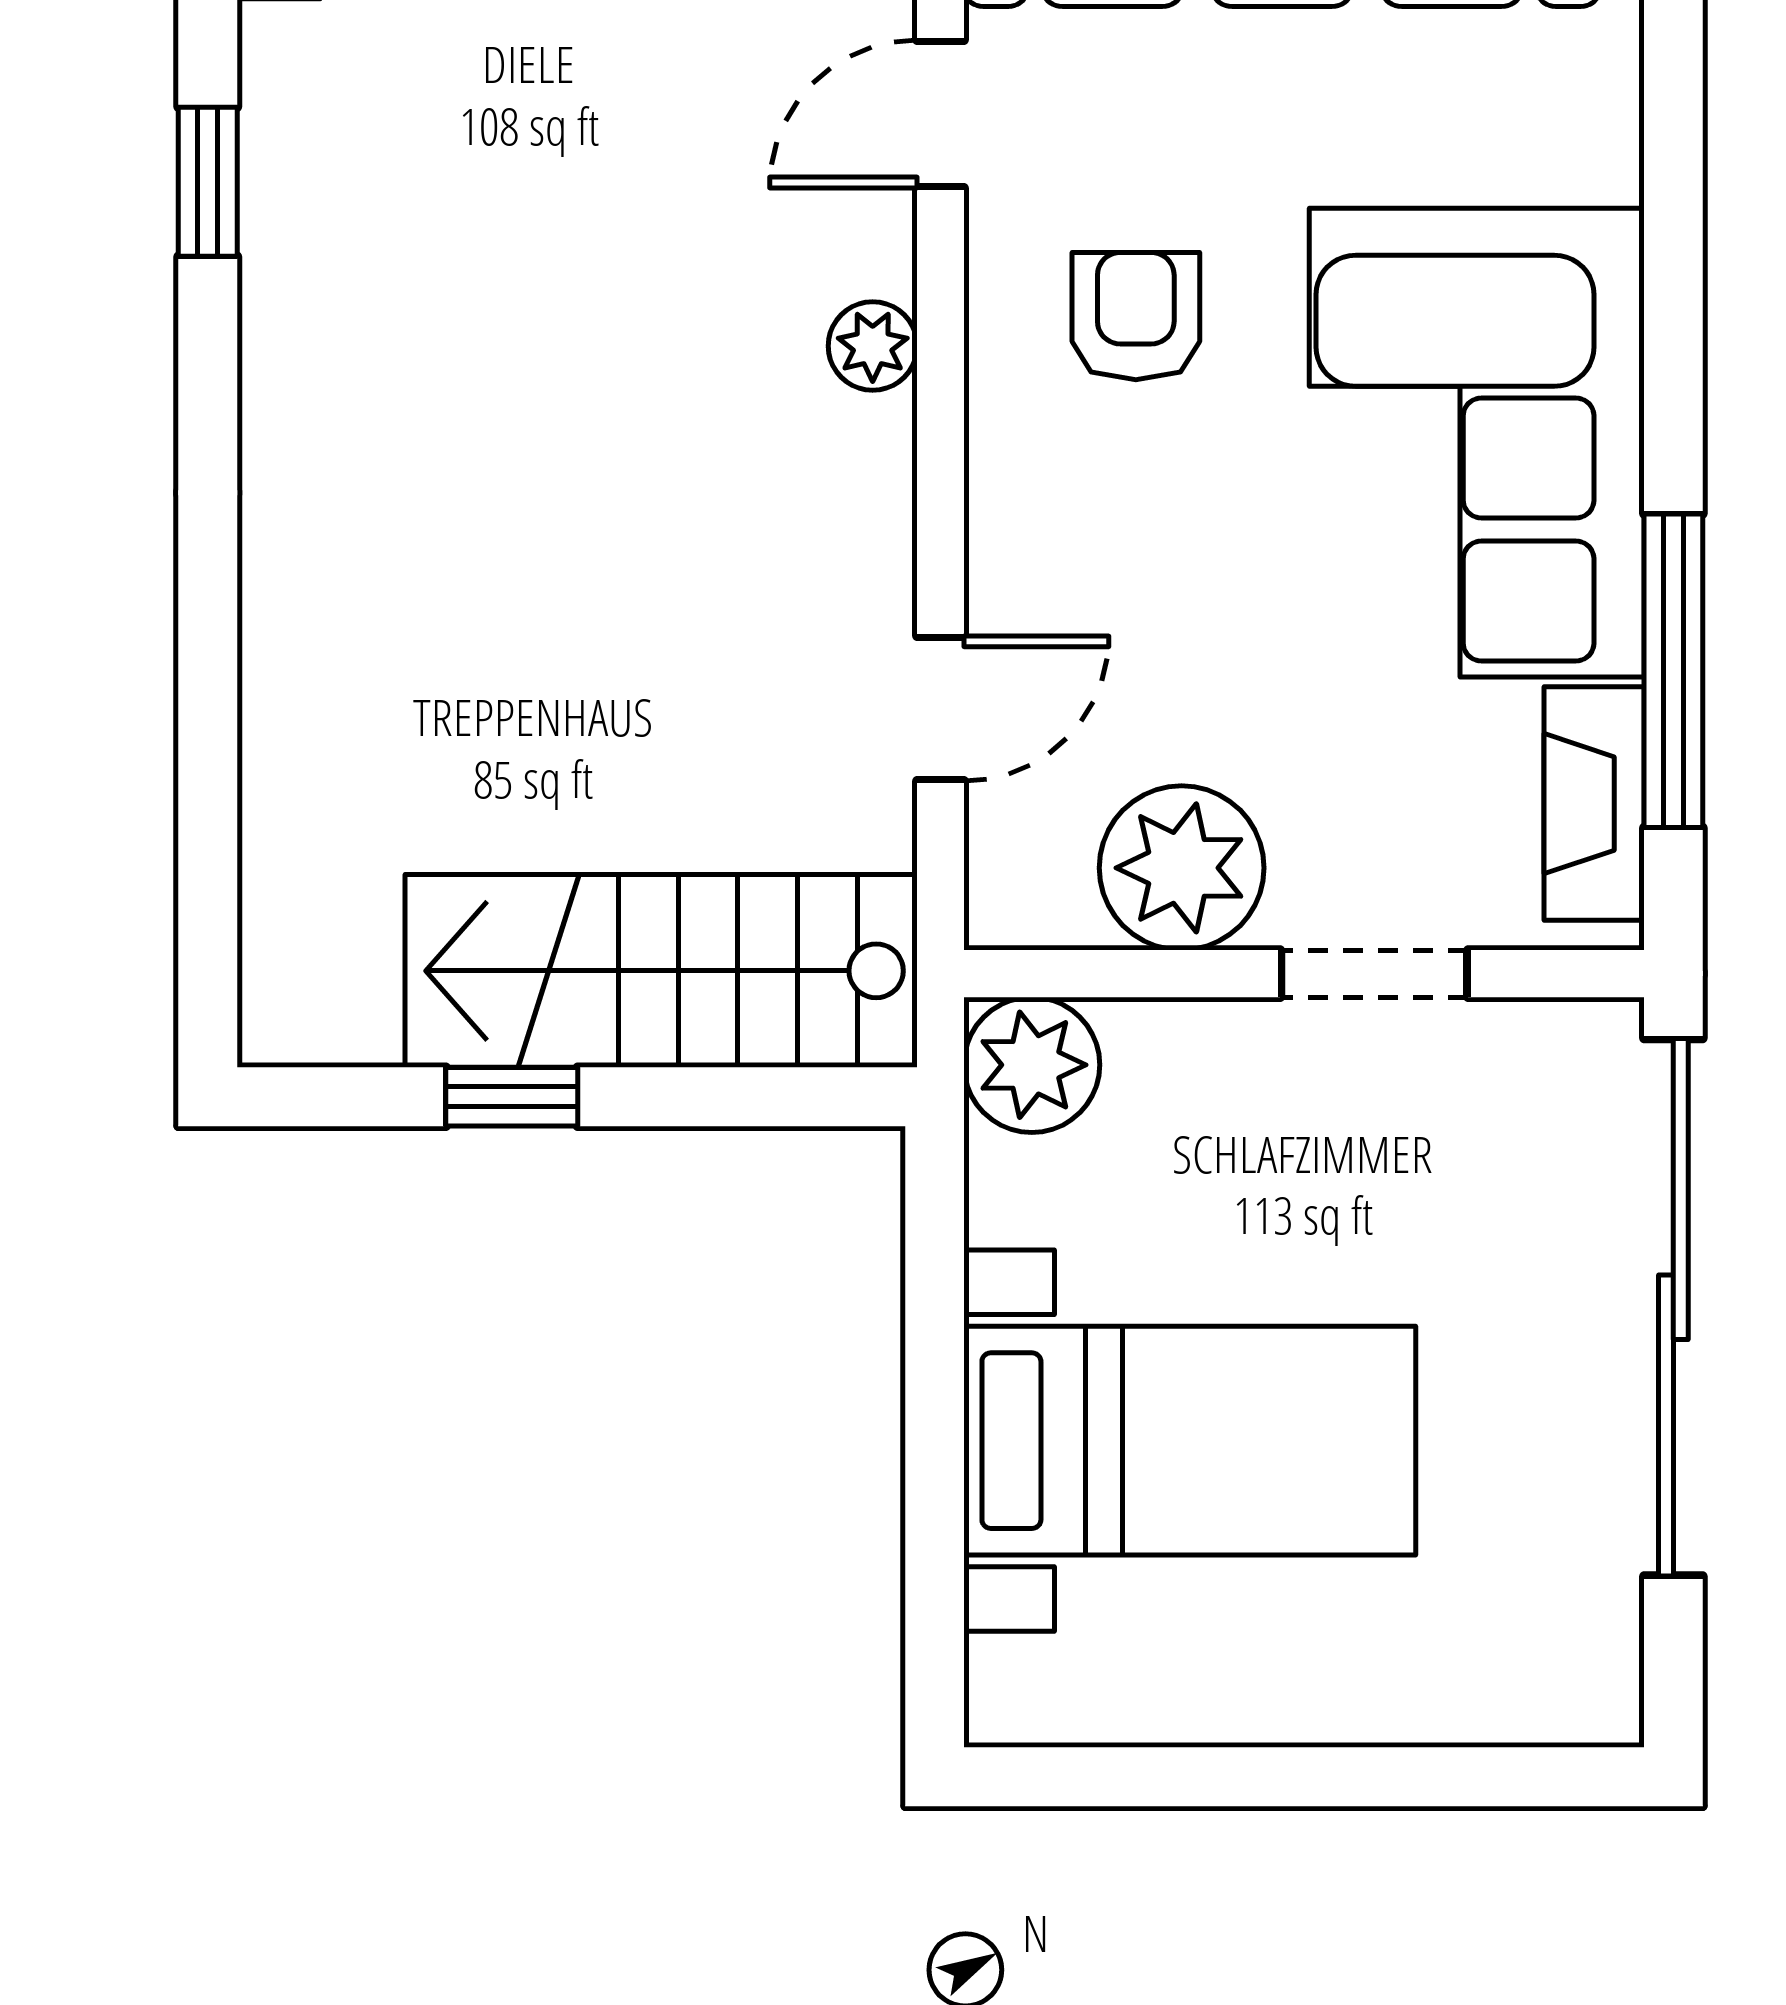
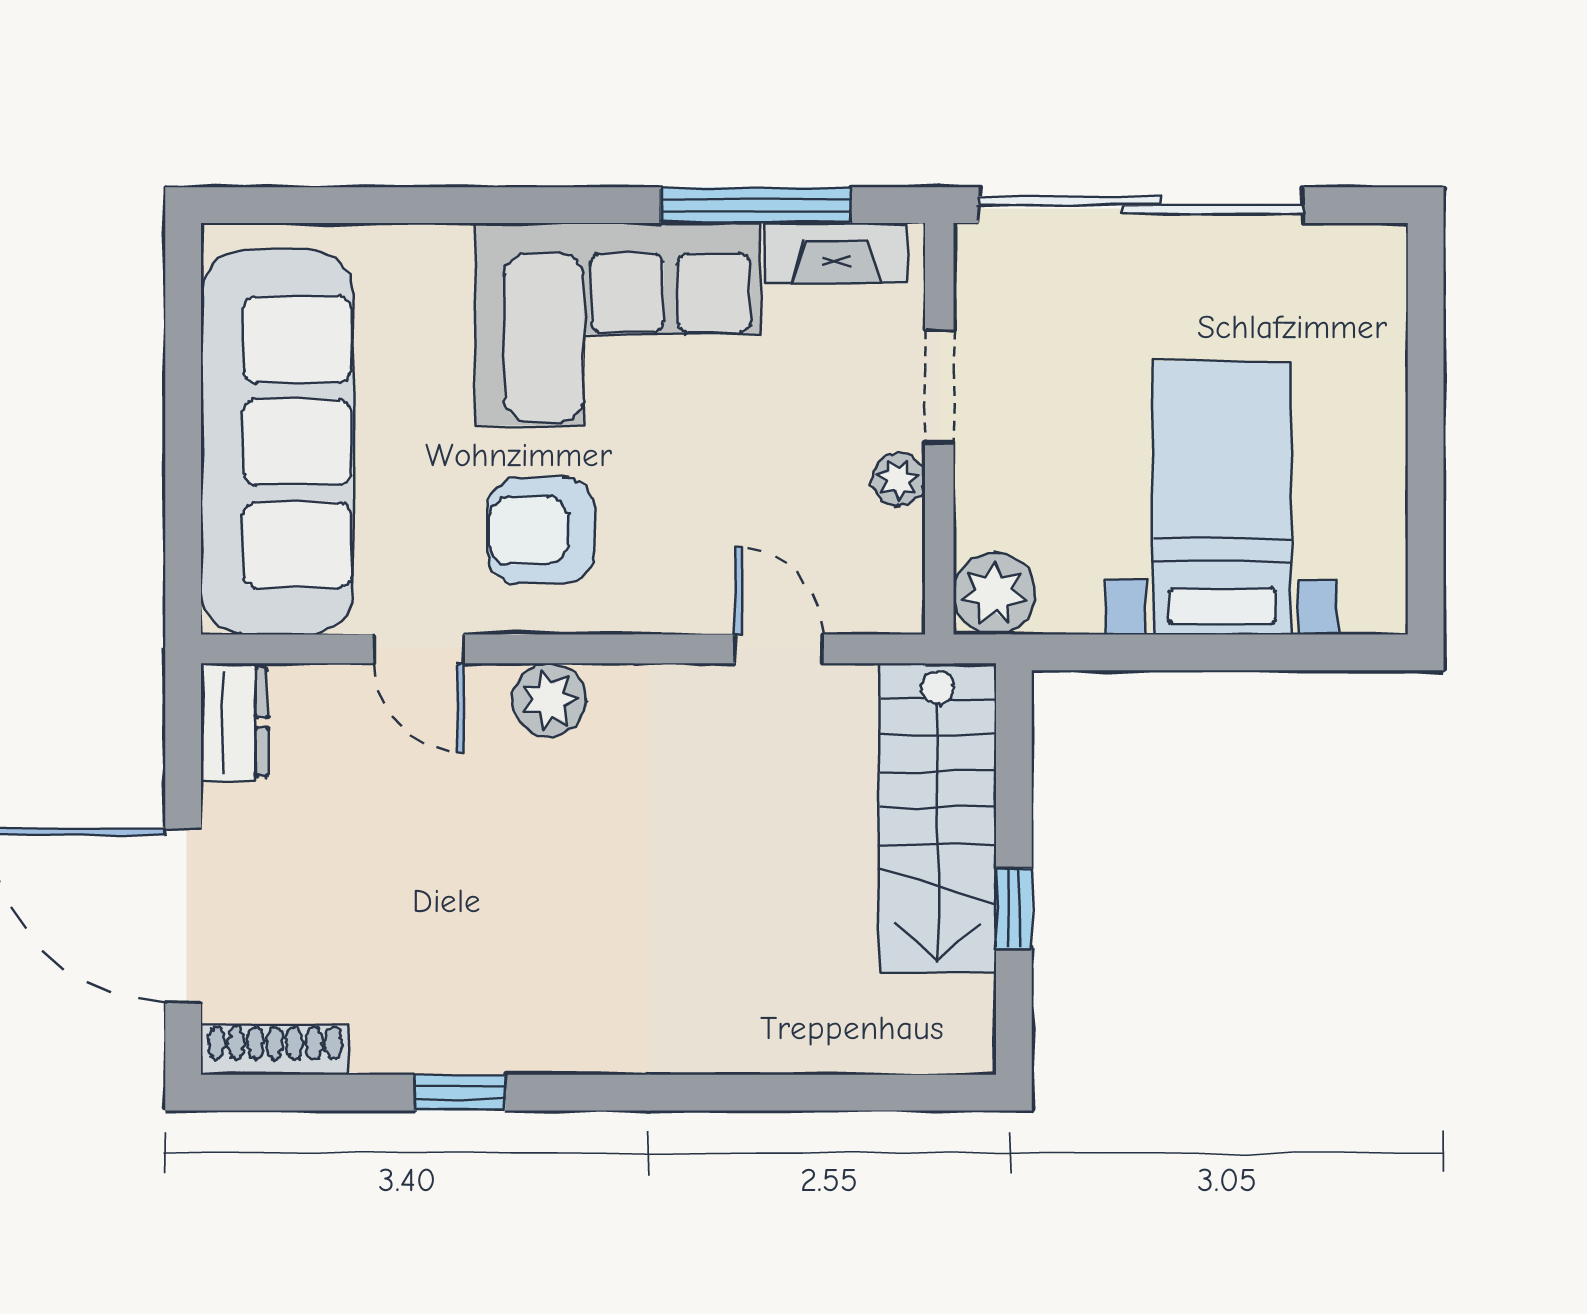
armchair: (1136, 316) -> (541, 531), width x1.38, depth x1.38
plant: (873, 346) -> (549, 700), width x1.38, depth x1.38
plant: (1182, 868) -> (898, 480), width x0.53, depth x0.53

